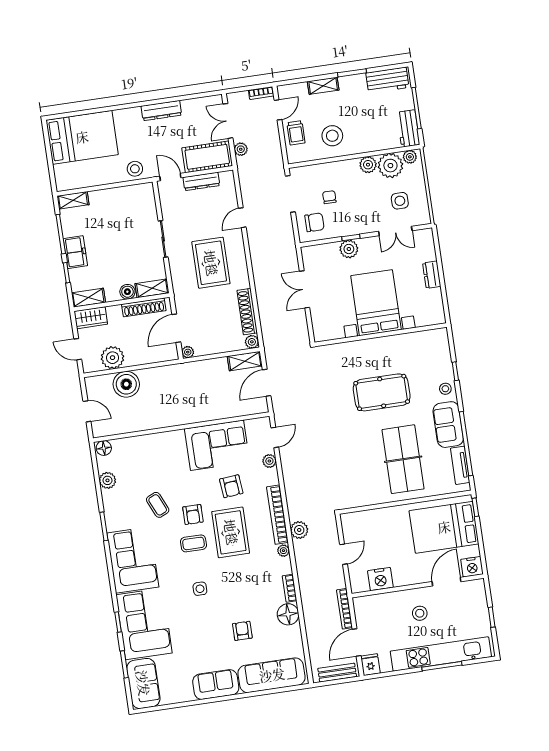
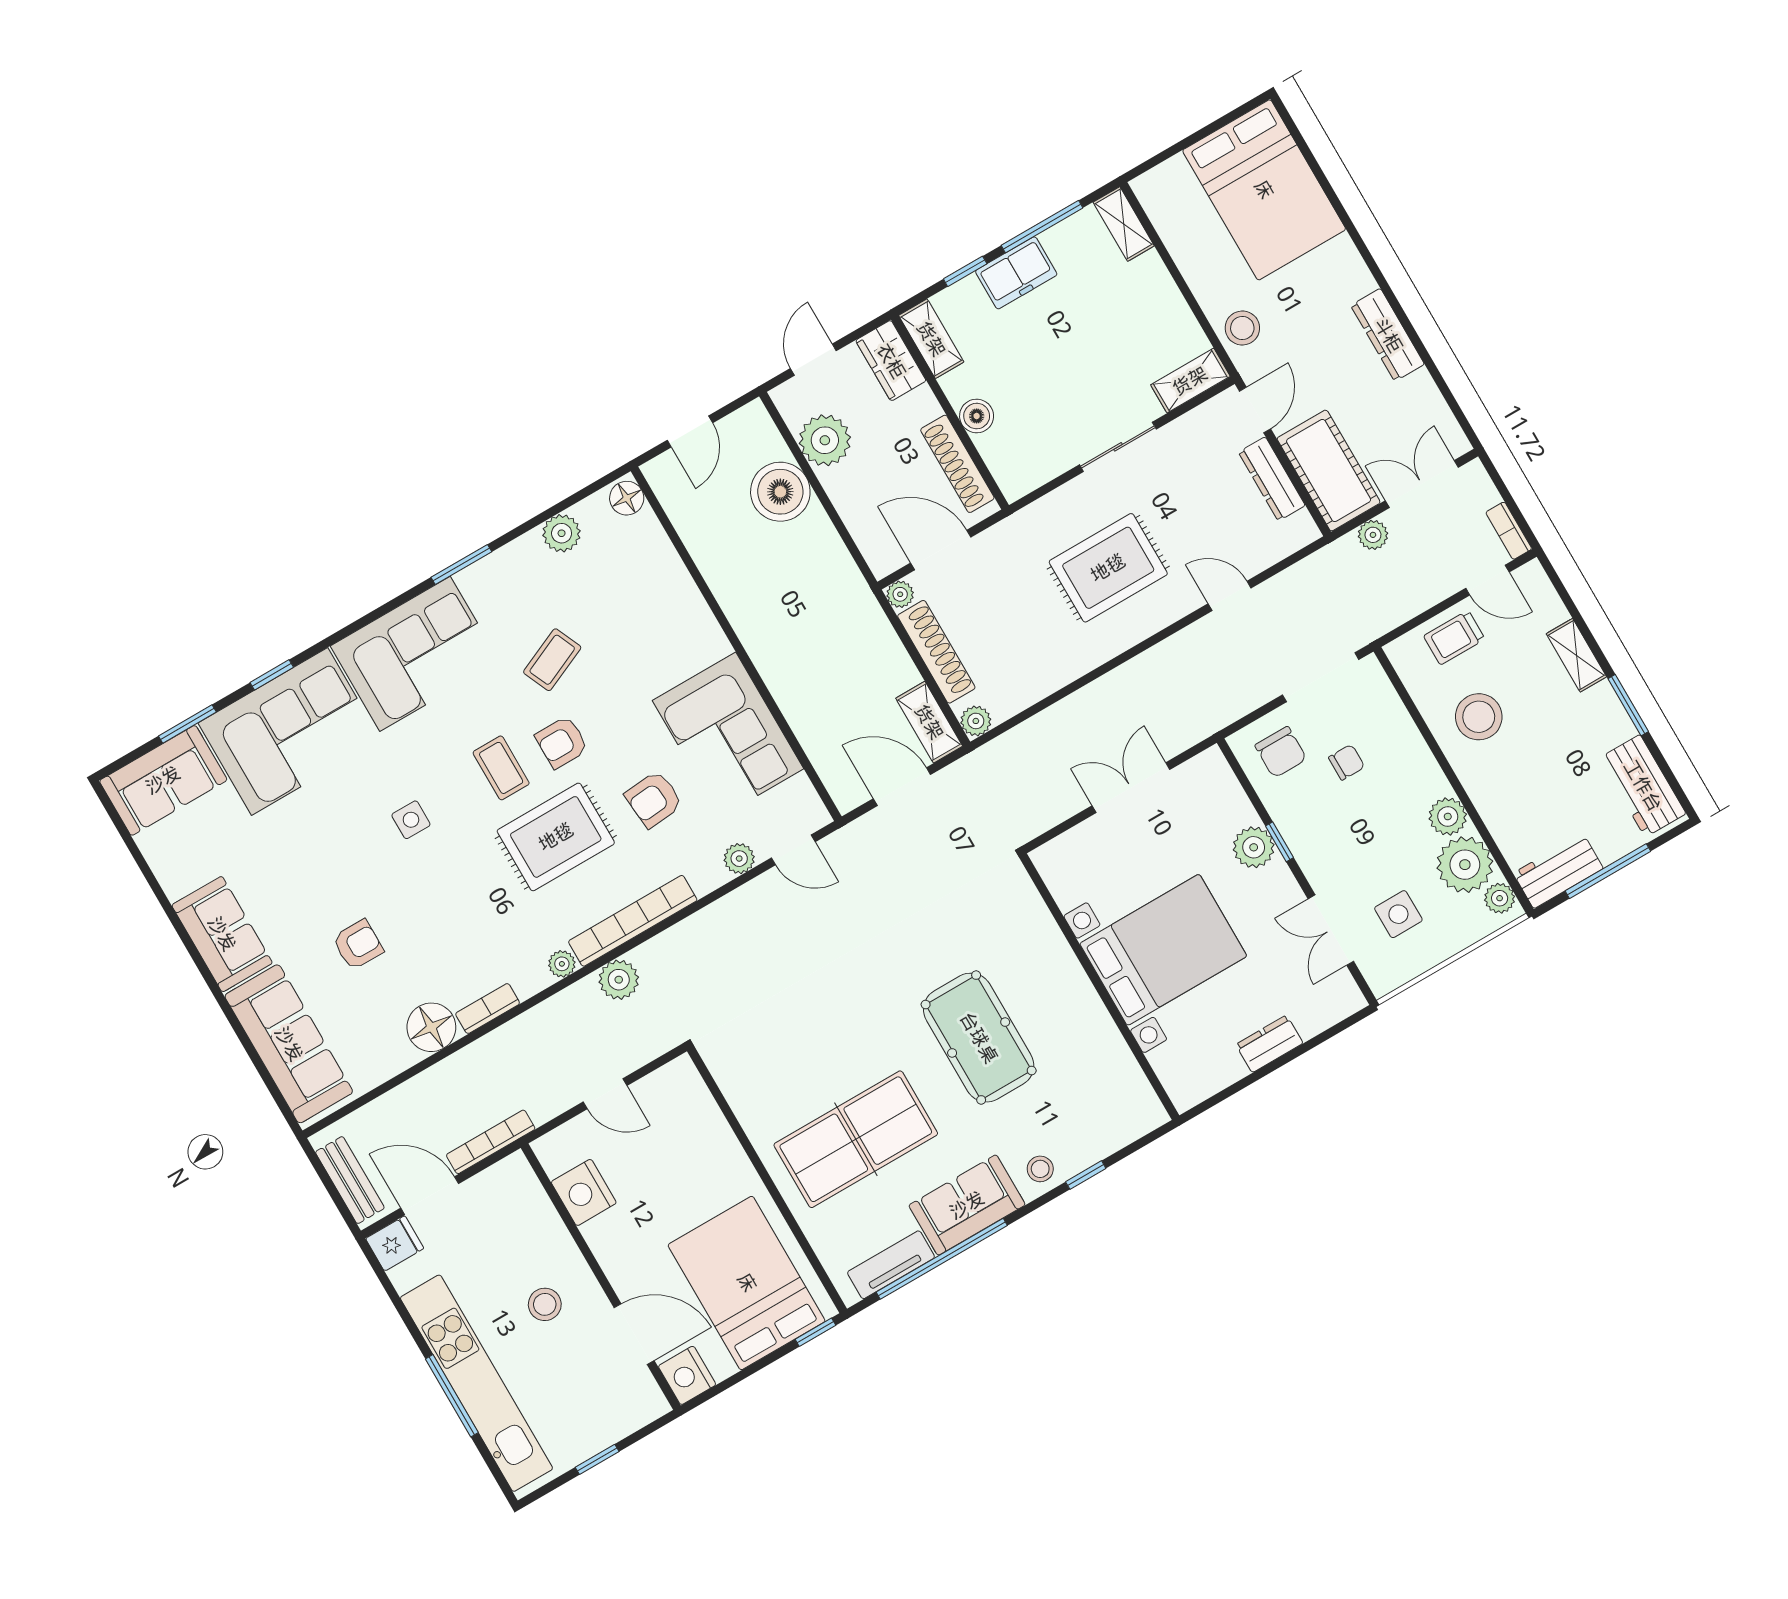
shelving: (152, 288) -> (1190, 381), moved, turned 90
shoe rack: (247, 312) -> (936, 652), moved, turned 90

